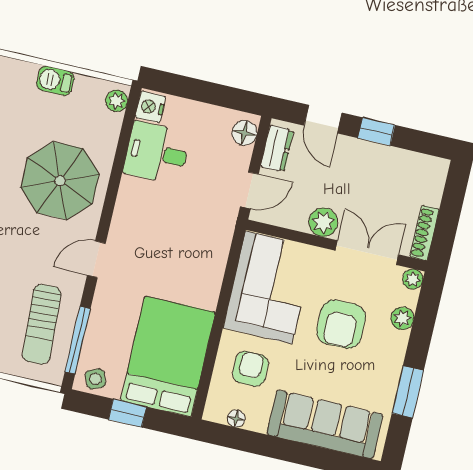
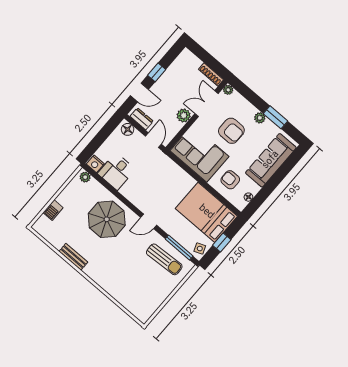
barbecue: (55, 81) -> (53, 210), moved
door: (96, 259) -> (149, 221), hinge flipped
plant: (402, 318) -> (260, 118), moved

